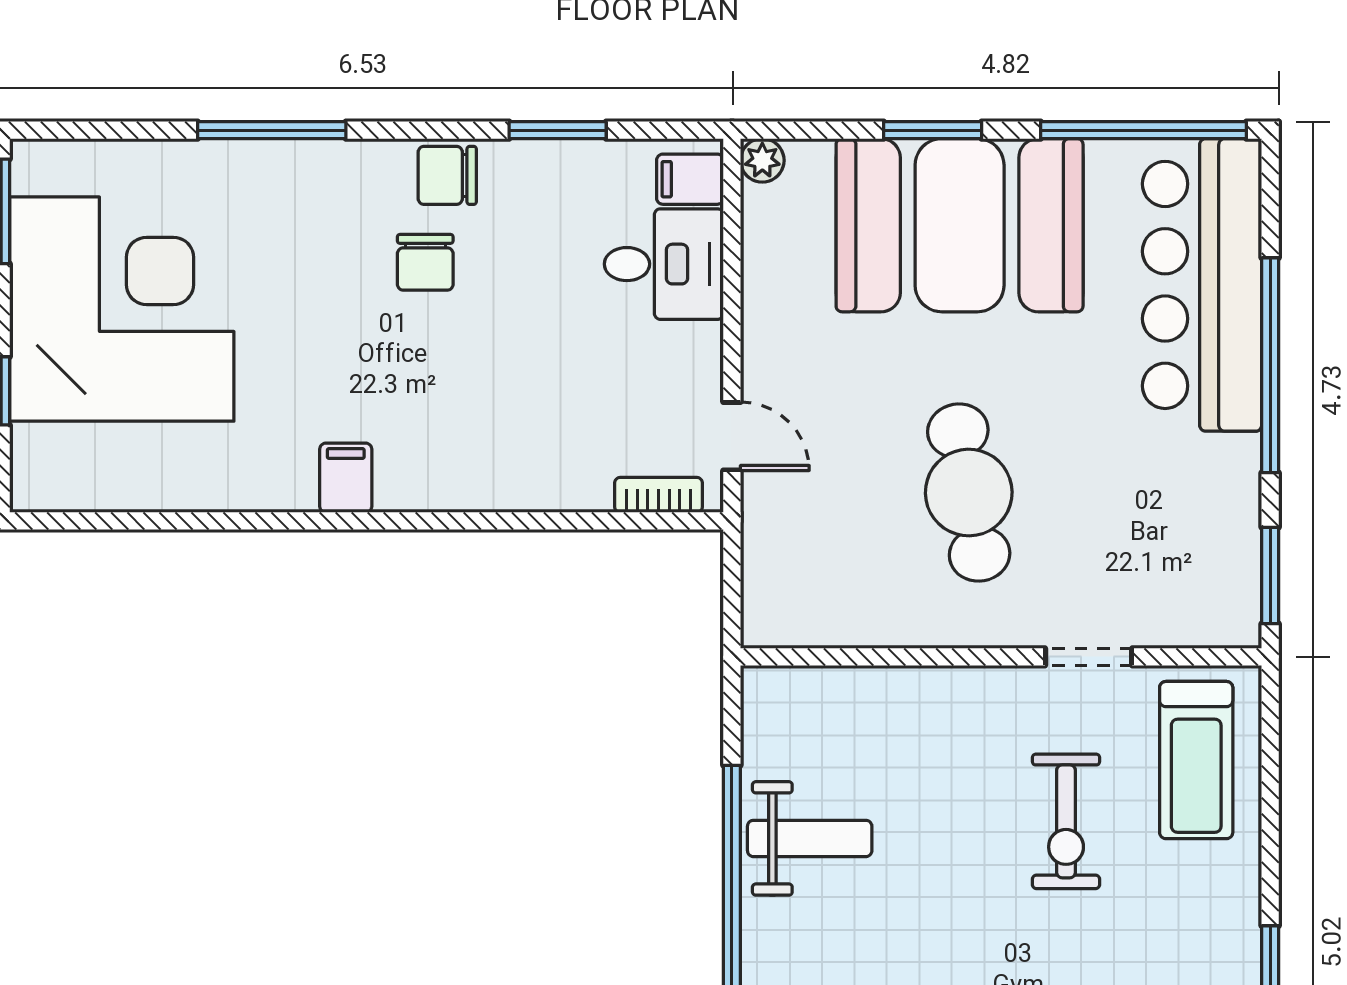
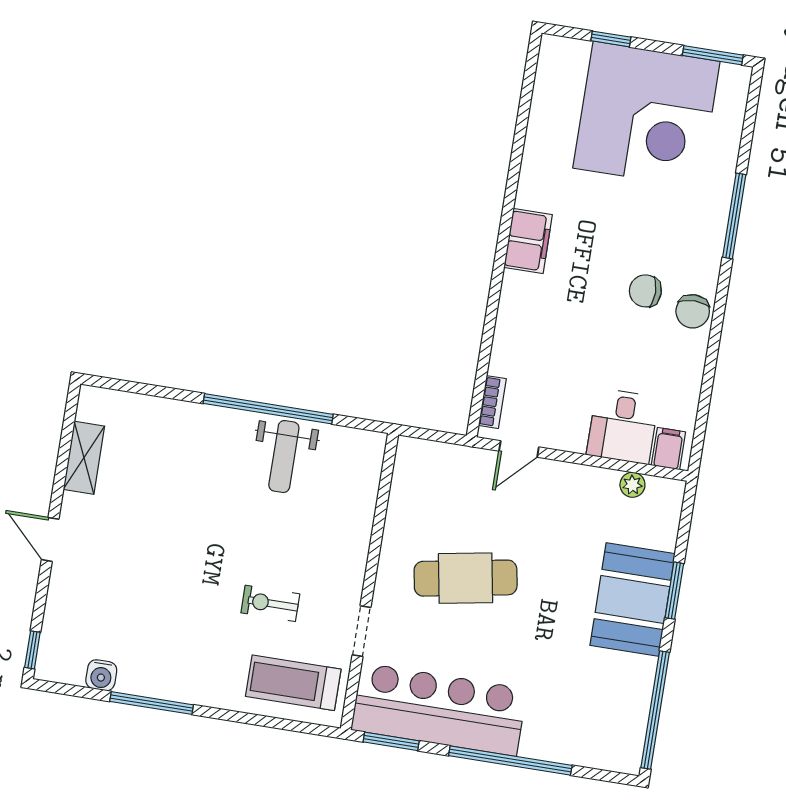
window: (558, 130) -> (708, 378), removed
plant: (762, 160) -> (632, 485), moved
chair: (447, 175) -> (693, 311), turned 180
booth: (960, 225) -> (632, 600), width x0.73, depth x0.70
bar counter: (1202, 285) -> (439, 709), moved
filing cabinet: (346, 478) -> (528, 241), width x2.00
exercise bike: (1066, 821) -> (270, 603), width x0.73, depth x0.72

